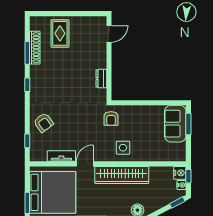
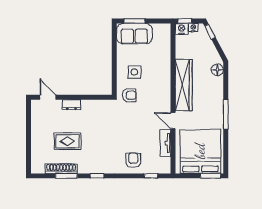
rug: (60, 33) -> (68, 141), moved
dresser: (101, 79) -> (71, 105), moved
armchair: (43, 123) -> (133, 160), turned -54
side table: (123, 148) -> (134, 72), moved

